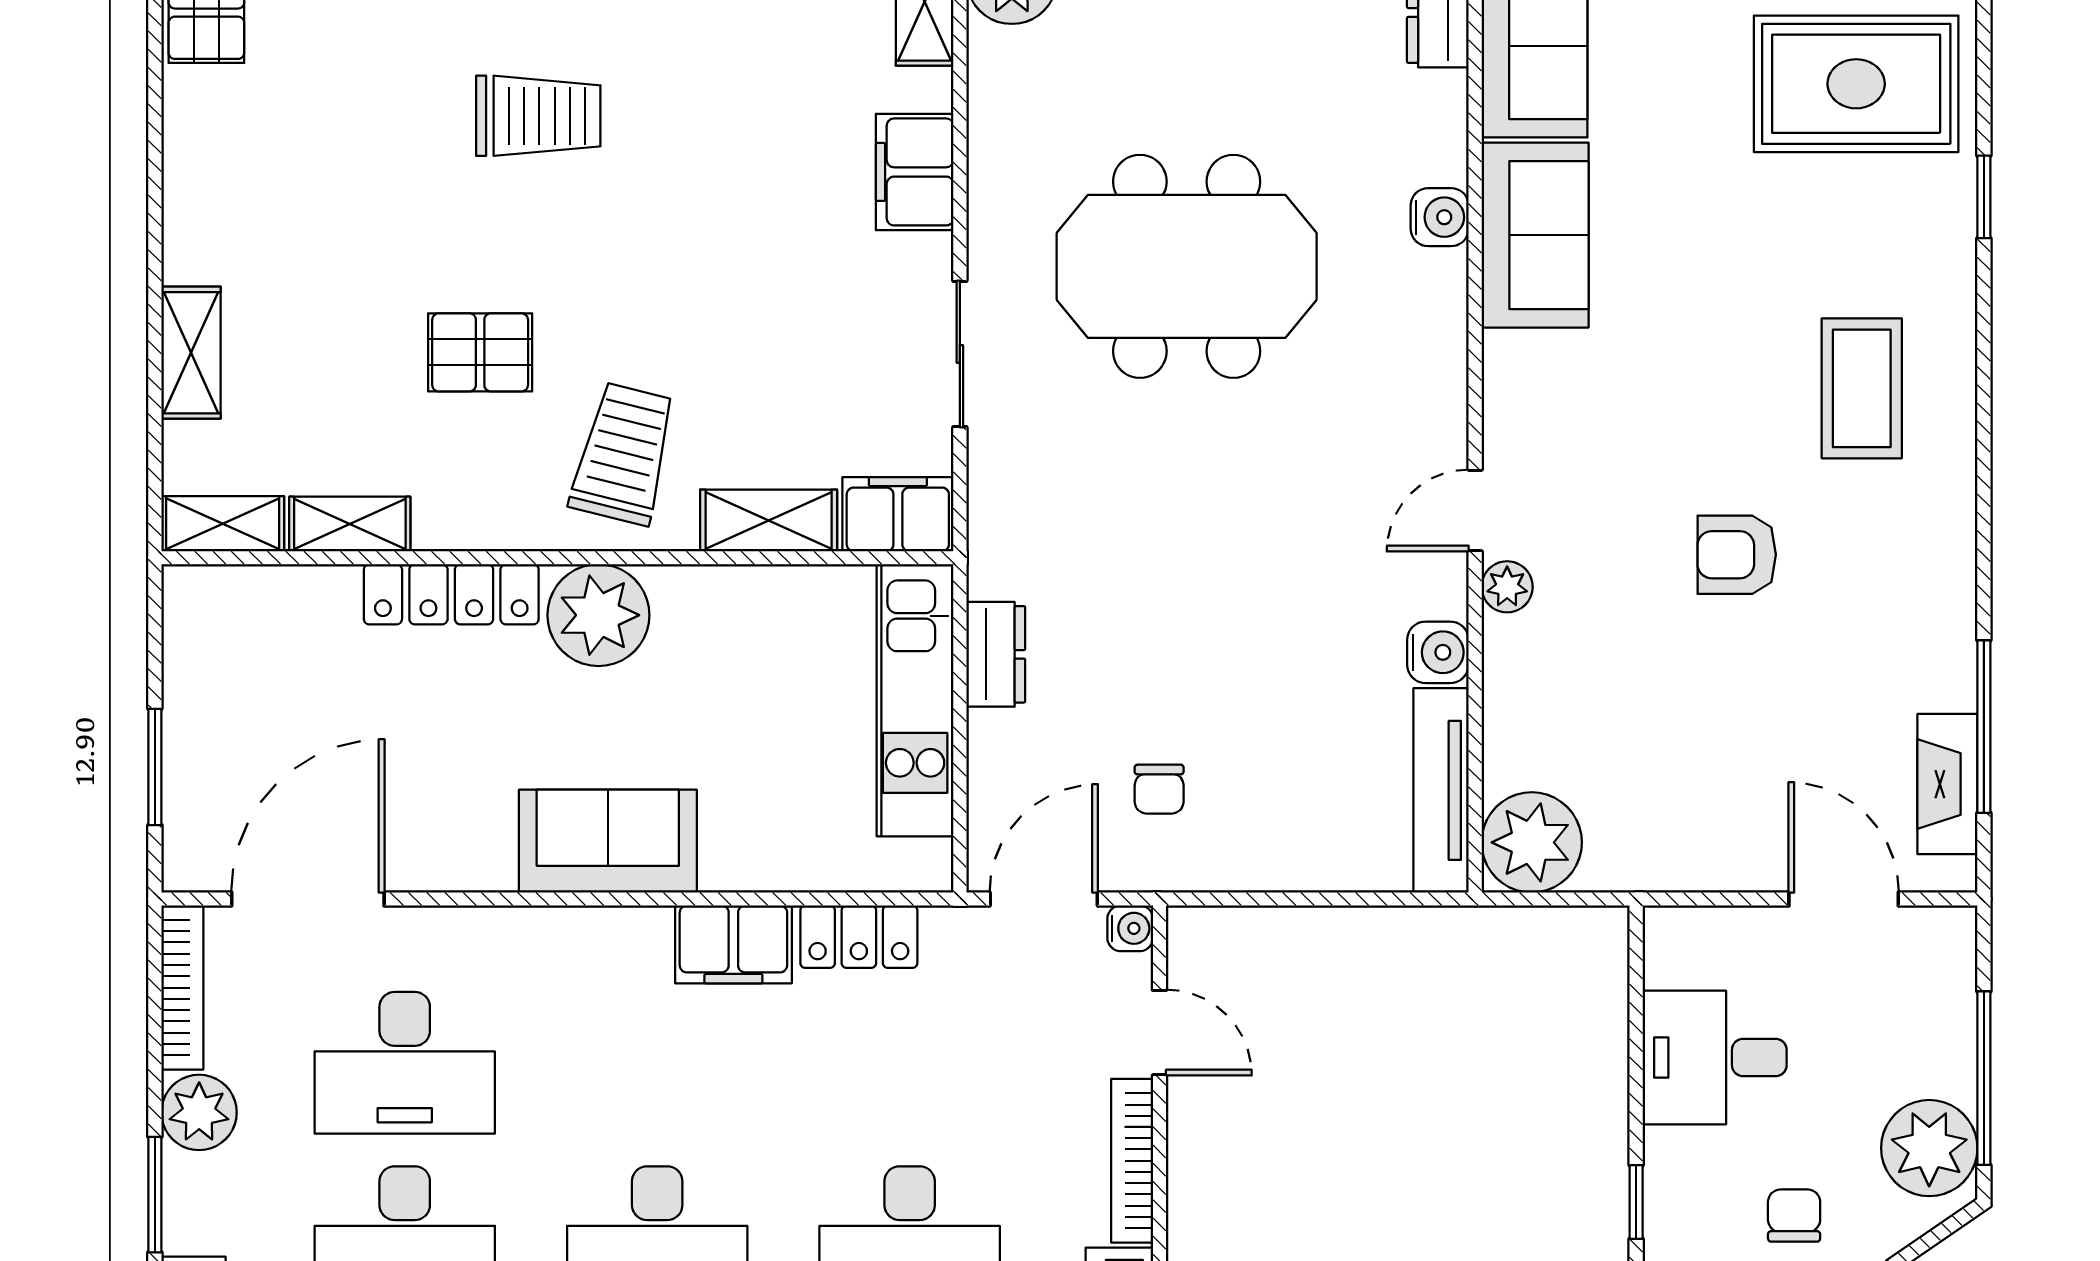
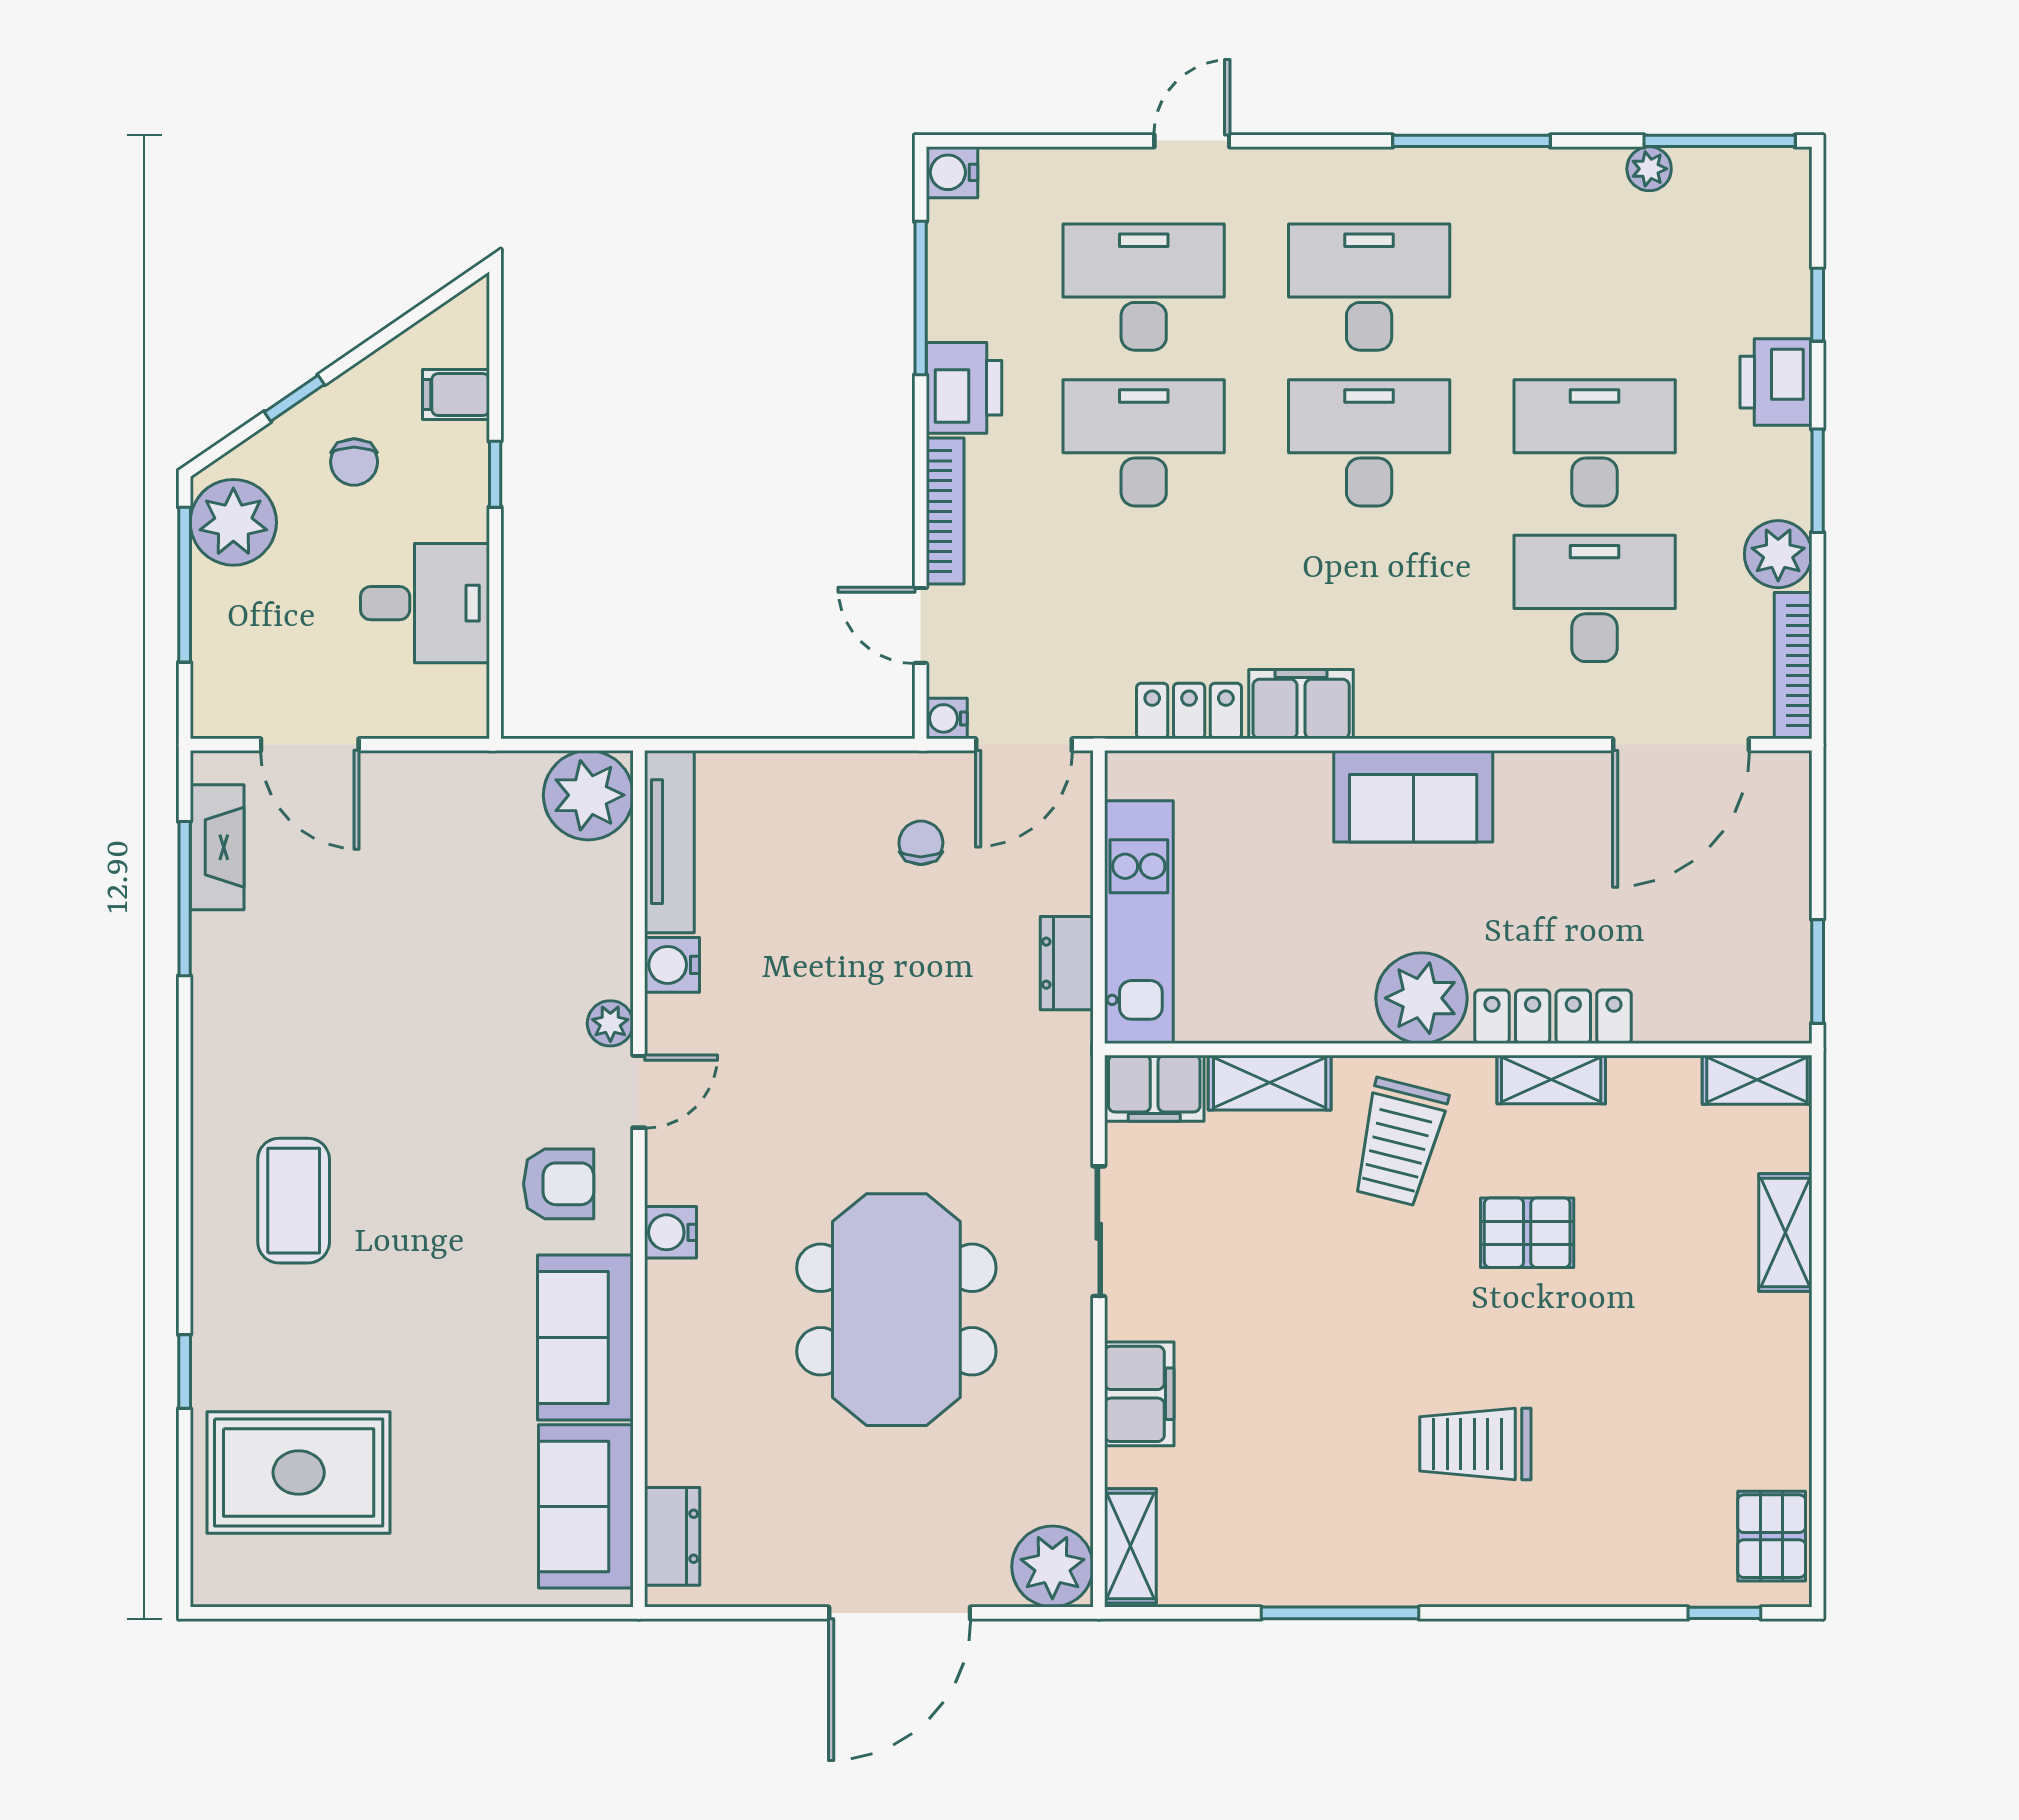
water cooler: (1440, 217) -> (670, 1232), moved
meeting table: (1187, 266) -> (896, 1310), turned 90
shelving: (350, 524) -> (1551, 1080), moved
armchair: (1737, 555) -> (559, 1184), moved
window: (155, 767) -> (1818, 971), moved

